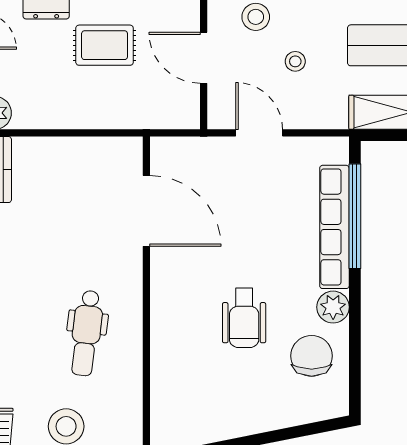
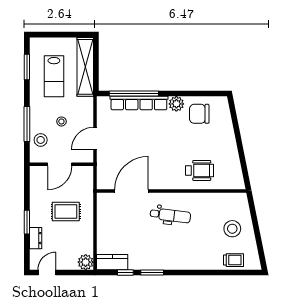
rug: (105, 45) -> (66, 212), moved, turned 90
wheelchair: (244, 318) -> (200, 170), moved
dental chair: (86, 333) -> (170, 215), moved

